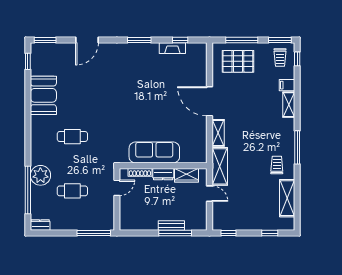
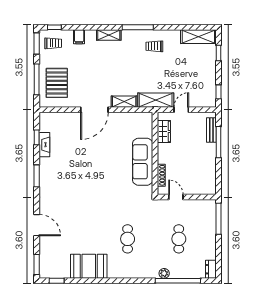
shelving: (289, 105) -> (109, 35), moved
dresser: (163, 174) -> (163, 153), removed
plant: (40, 175) -> (164, 273), width x0.53, depth x0.53
shelving: (287, 198) -> (198, 37), moved
bench: (171, 225) -> (211, 130), moved

